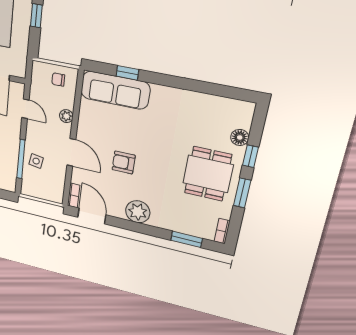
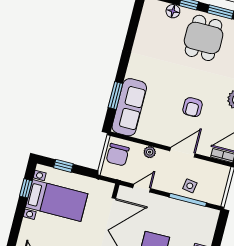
window: (127, 73) -> (115, 96), width x1.50
chair: (58, 80) -> (118, 155), width x1.87, depth x1.87
dining table: (208, 174) -> (204, 38), turned 90

